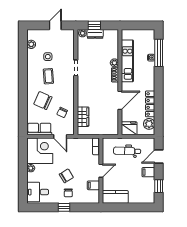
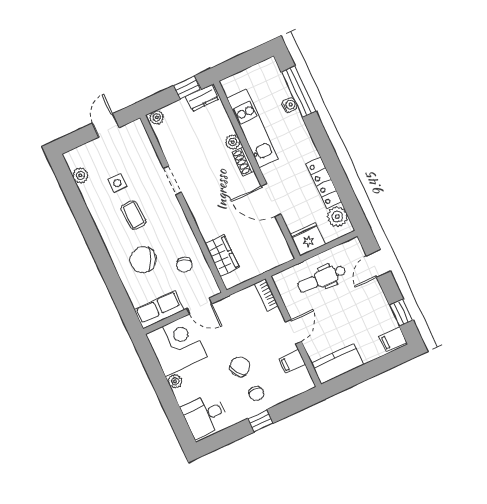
window: (94, 25) -> (187, 88), moved
dresser: (95, 34) -> (202, 98), moved
door: (120, 100) -> (271, 200), swing flipped
filing cabinet: (148, 172) -> (393, 339), moved

